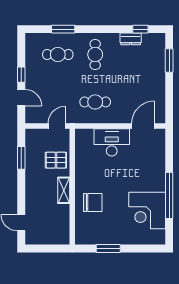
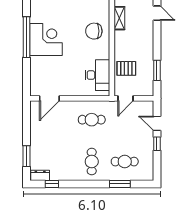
dresser: (131, 39) -> (40, 175), moved
desk: (112, 142) -> (98, 75), moved, turned -90
shelving: (64, 190) -> (119, 18), moved
corner desk: (147, 210) -> (46, 39), moved

